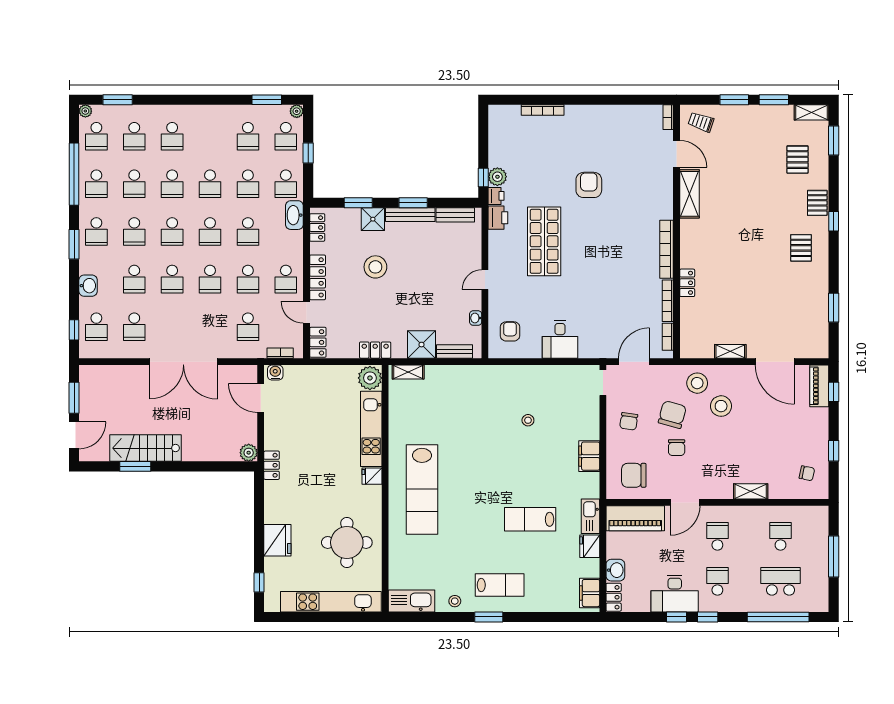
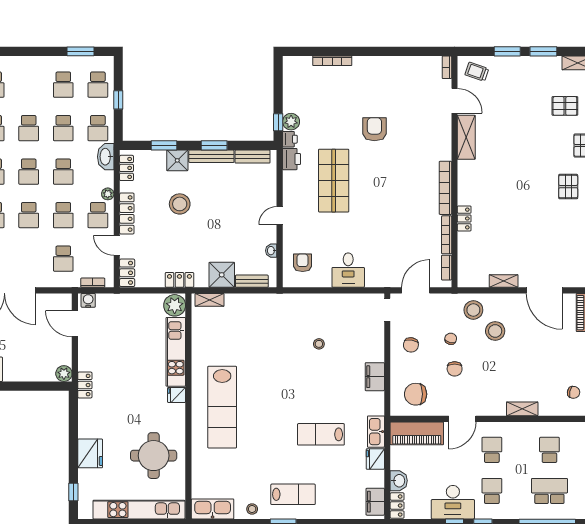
plant: (297, 111) -> (108, 194), moved
pallet: (797, 160) -> (565, 106), turned 90
chair: (672, 415) -> (451, 339), width x0.54, depth x0.54

